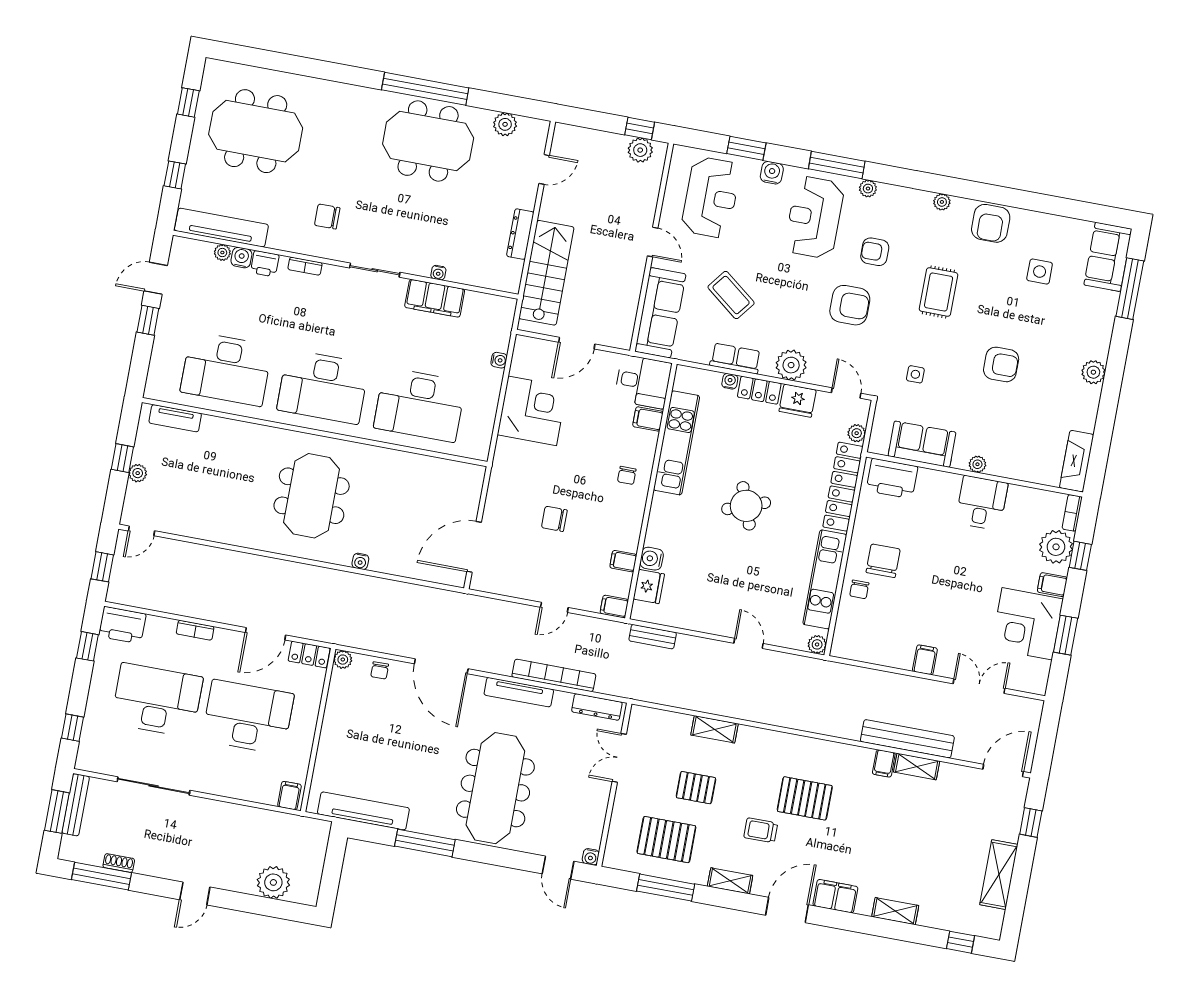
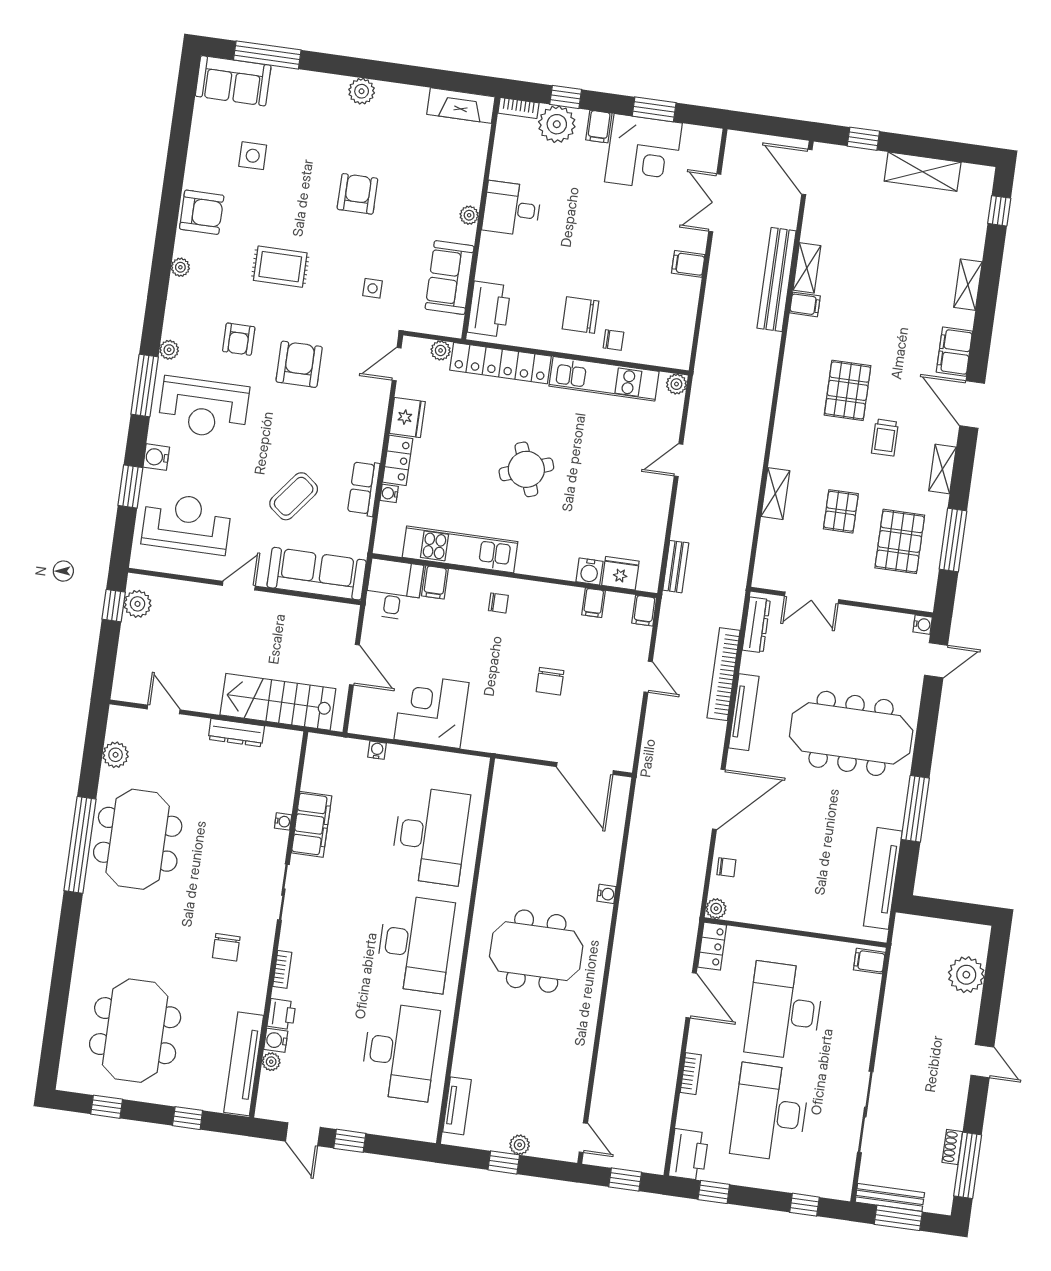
plant: (791, 365) -> (368, 426), removed

